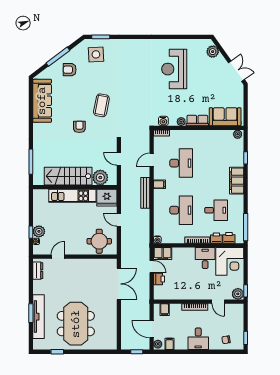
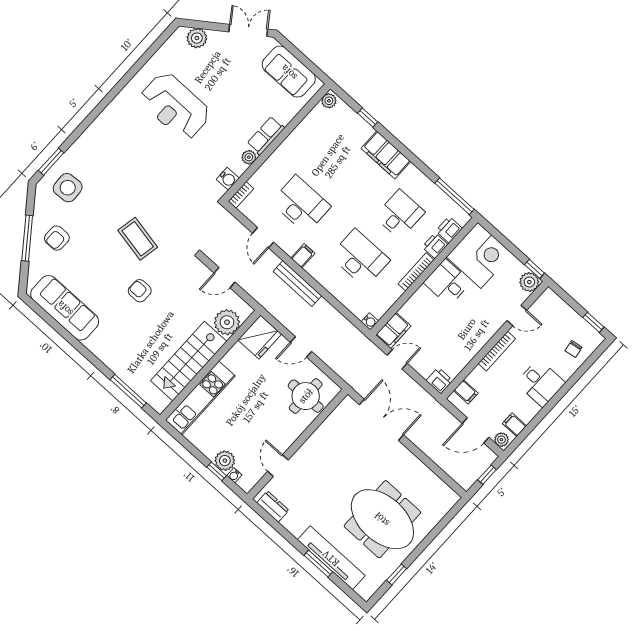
sofa: (225, 117) -> (289, 72), moved, turned -90
kitchen unit: (72, 196) -> (200, 398), moved
printer: (159, 279) -> (439, 381), moved

